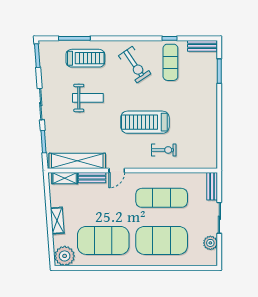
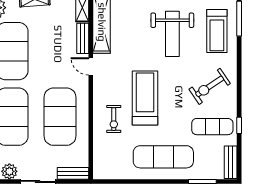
weight bench: (88, 98) -> (172, 34), width x1.36, depth x1.33
exercise mat: (197, 106) -> (163, 157), added
exercise mat: (162, 198) -> (60, 117), width x1.47

